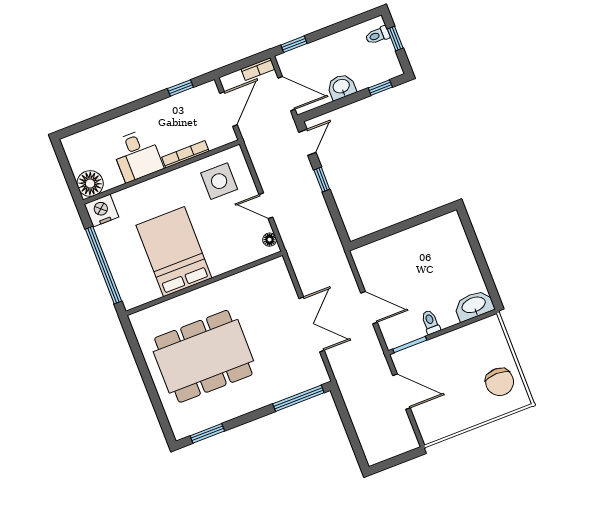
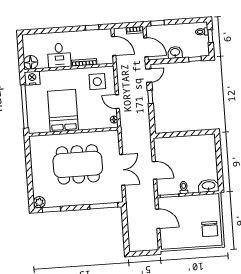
door: (228, 109) -> (114, 46), hinge flipped
dining table: (203, 356) -> (78, 164), moved
plant: (182, 427) -> (39, 202), added

